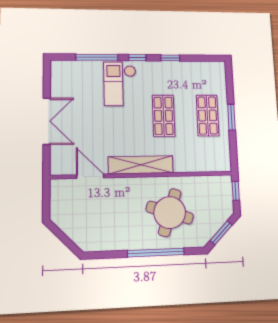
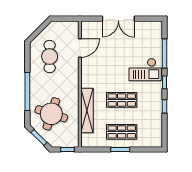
checkout: (120, 84) -> (145, 70), turned 180
shelving: (141, 165) -> (87, 110), moved
round table: (170, 213) -> (51, 114), moved
cafe table: (103, 221) -> (50, 57), added

